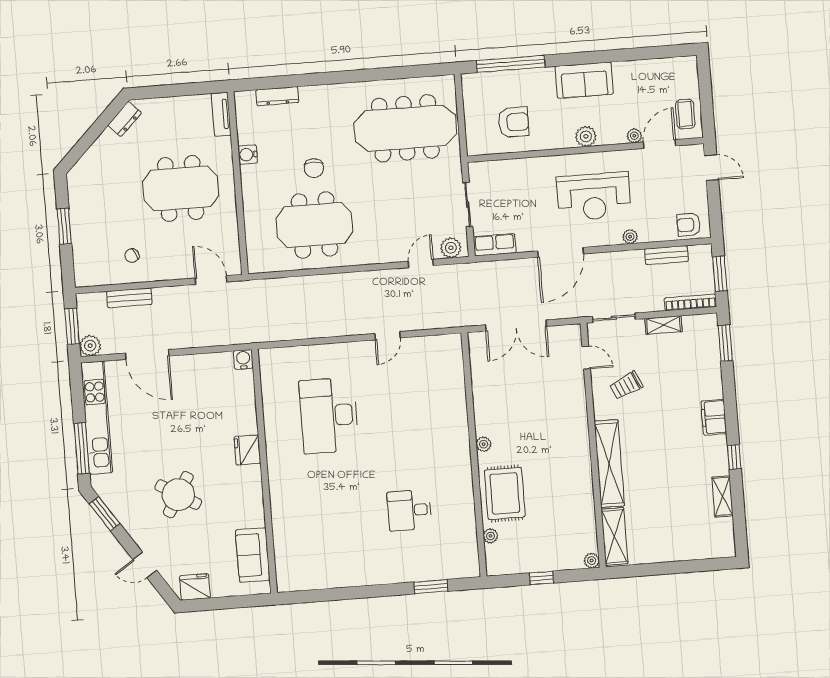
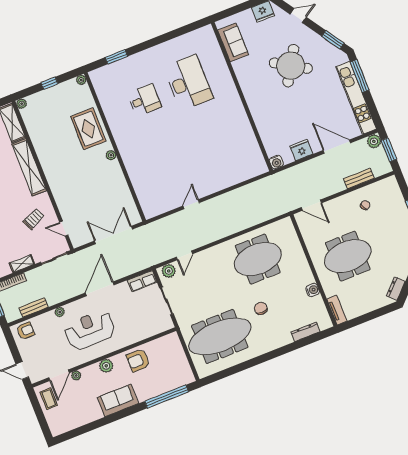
armchair: (514, 122) -> (138, 360), moved
chair: (314, 168) -> (261, 308), moved
desk: (329, 415) -> (188, 83), moved
fridge: (247, 450) -> (301, 150), moved, turned -90
round table: (178, 495) -> (291, 66), width x1.36, depth x1.36
plant: (491, 536) -> (81, 80), moved

